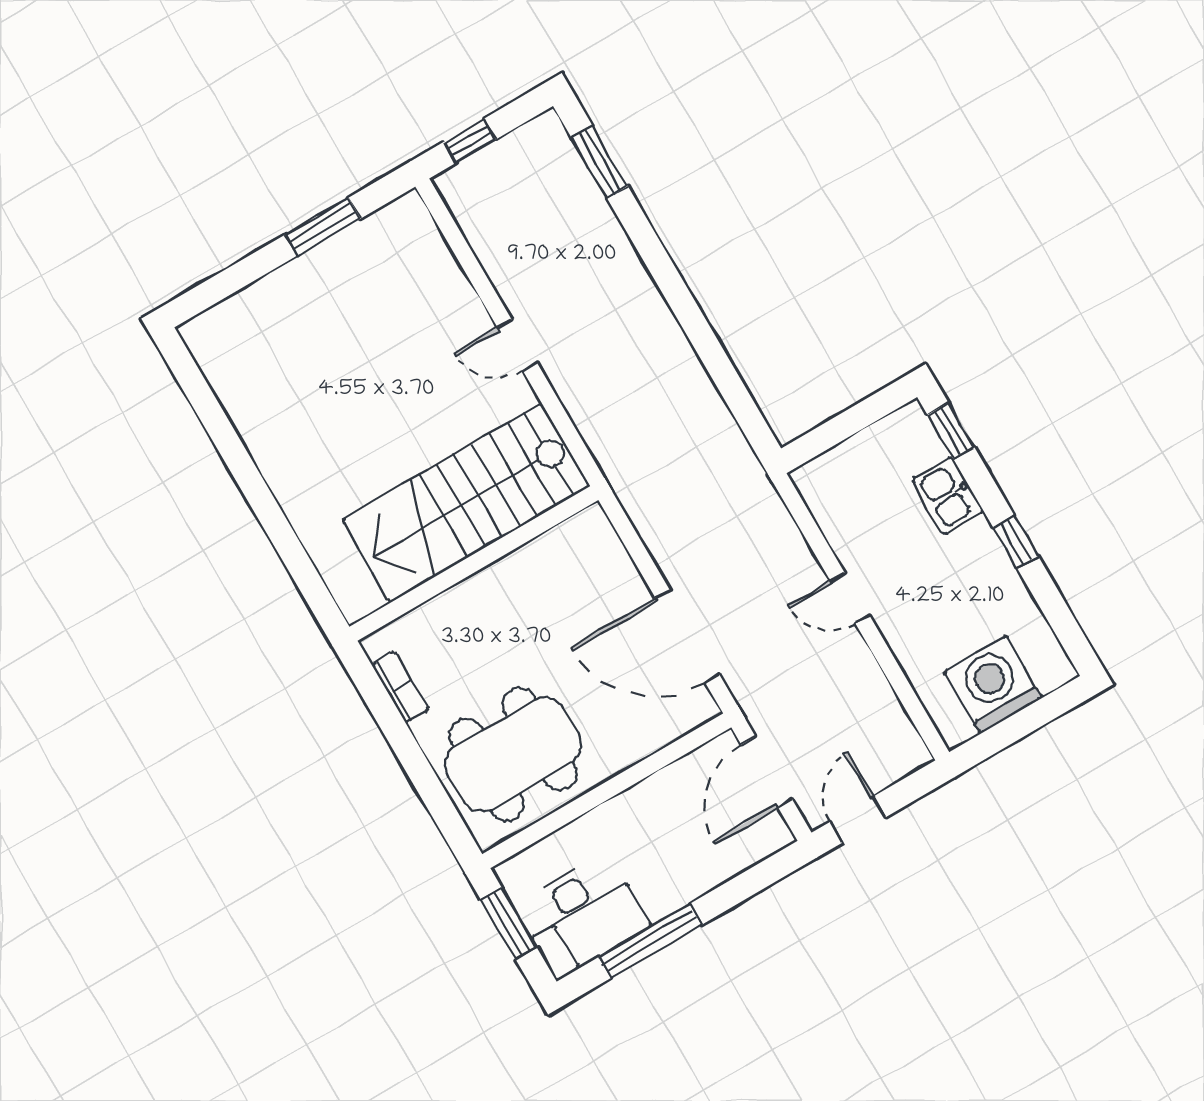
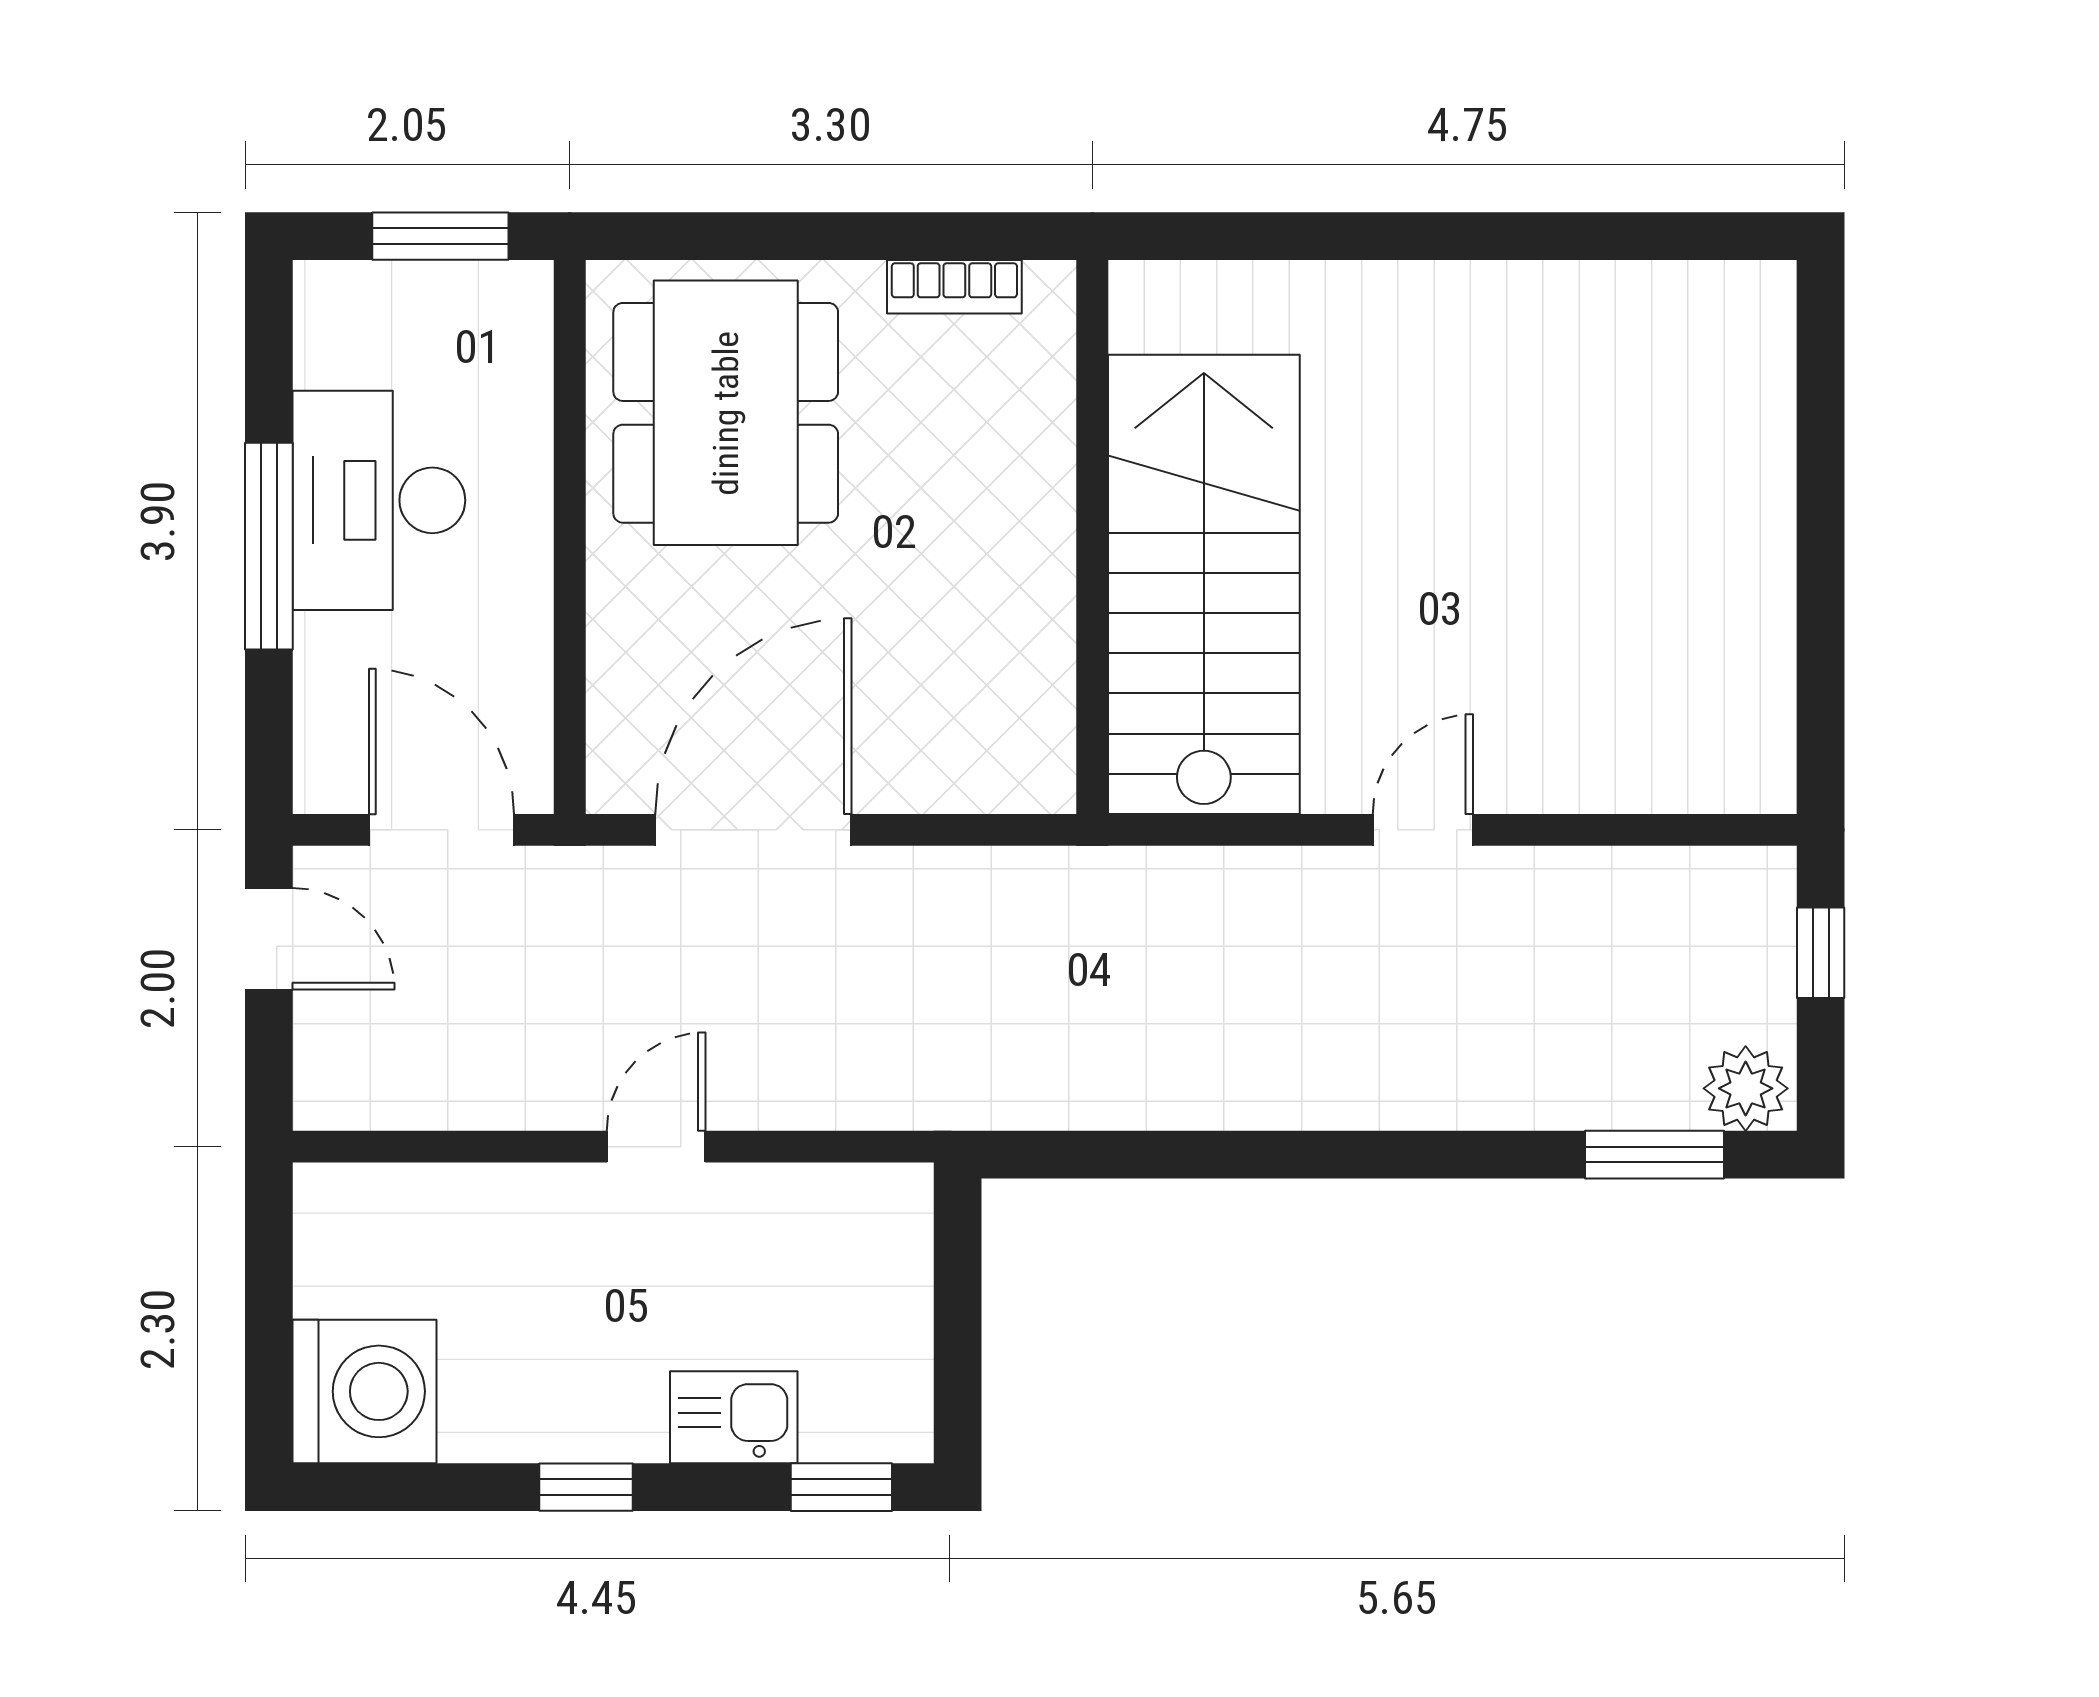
plant: (548, 139) -> (1746, 1088), added
window: (323, 227) -> (1821, 615), removed
washing machine: (993, 685) -> (364, 1391), moved
desk: (582, 916) -> (379, 500), moved
window: (650, 941) -> (269, 546), moved

